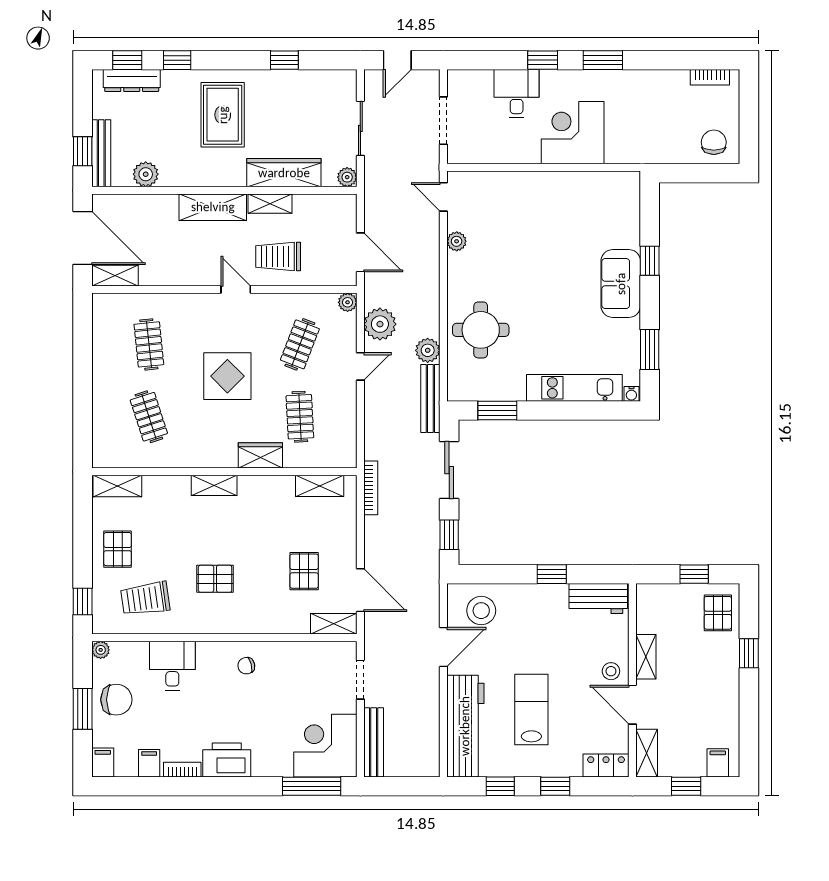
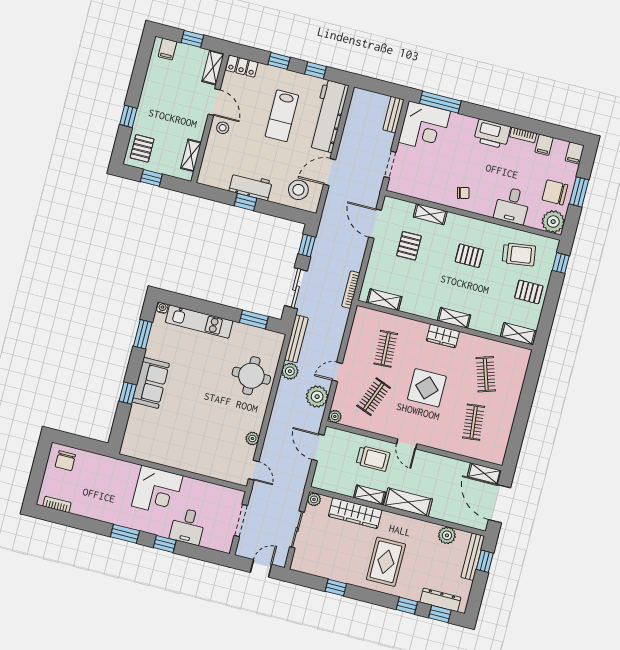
wardrobe: (260, 455) -> (443, 336), moved
pallet: (118, 549) -> (529, 292), turned 90
workbench: (598, 598) -> (251, 186), moved
shelving: (334, 624) -> (430, 214), moved
plant: (101, 650) -> (553, 222), width x1.88, depth x1.88
shelving: (646, 657) -> (191, 155), moved
bench: (374, 742) -> (393, 115), width x0.73

